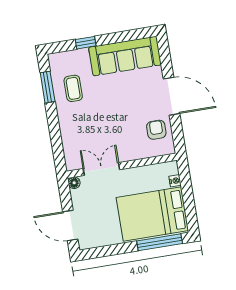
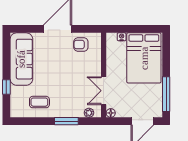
window: (48, 87) -> (66, 121), moved
plant: (70, 155) -> (89, 113), added
window: (160, 242) -> (166, 94), moved

